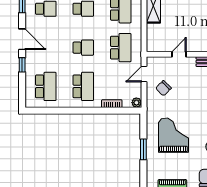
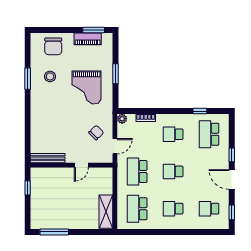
school desk: (83, 86) -> (173, 134), width x0.54
window: (55, 111) -> (200, 111), added

